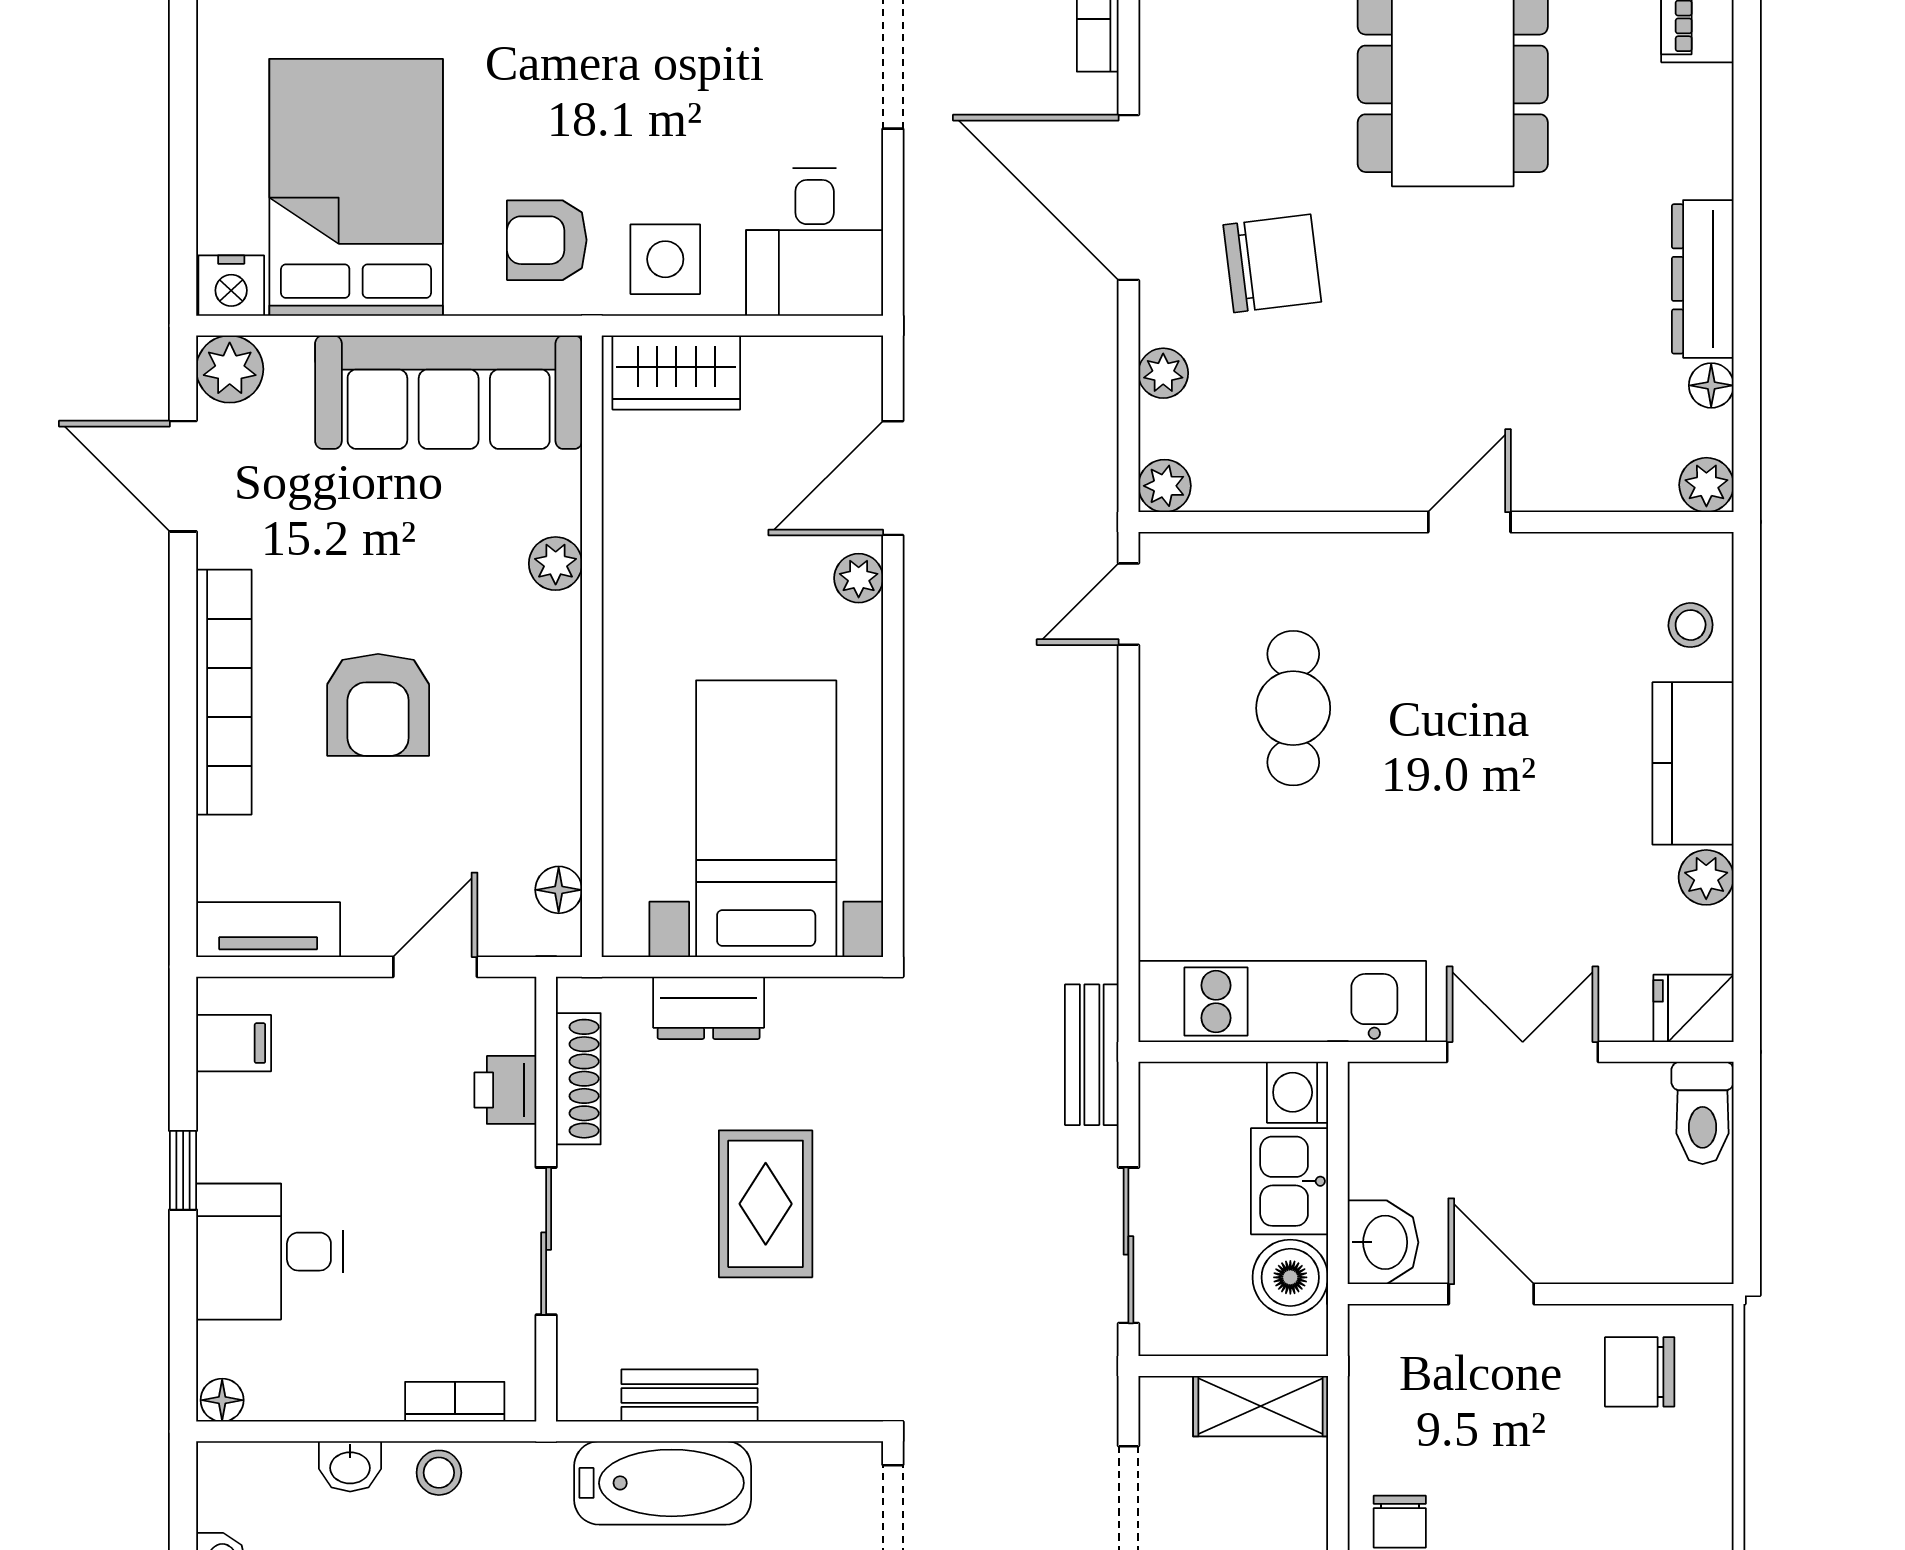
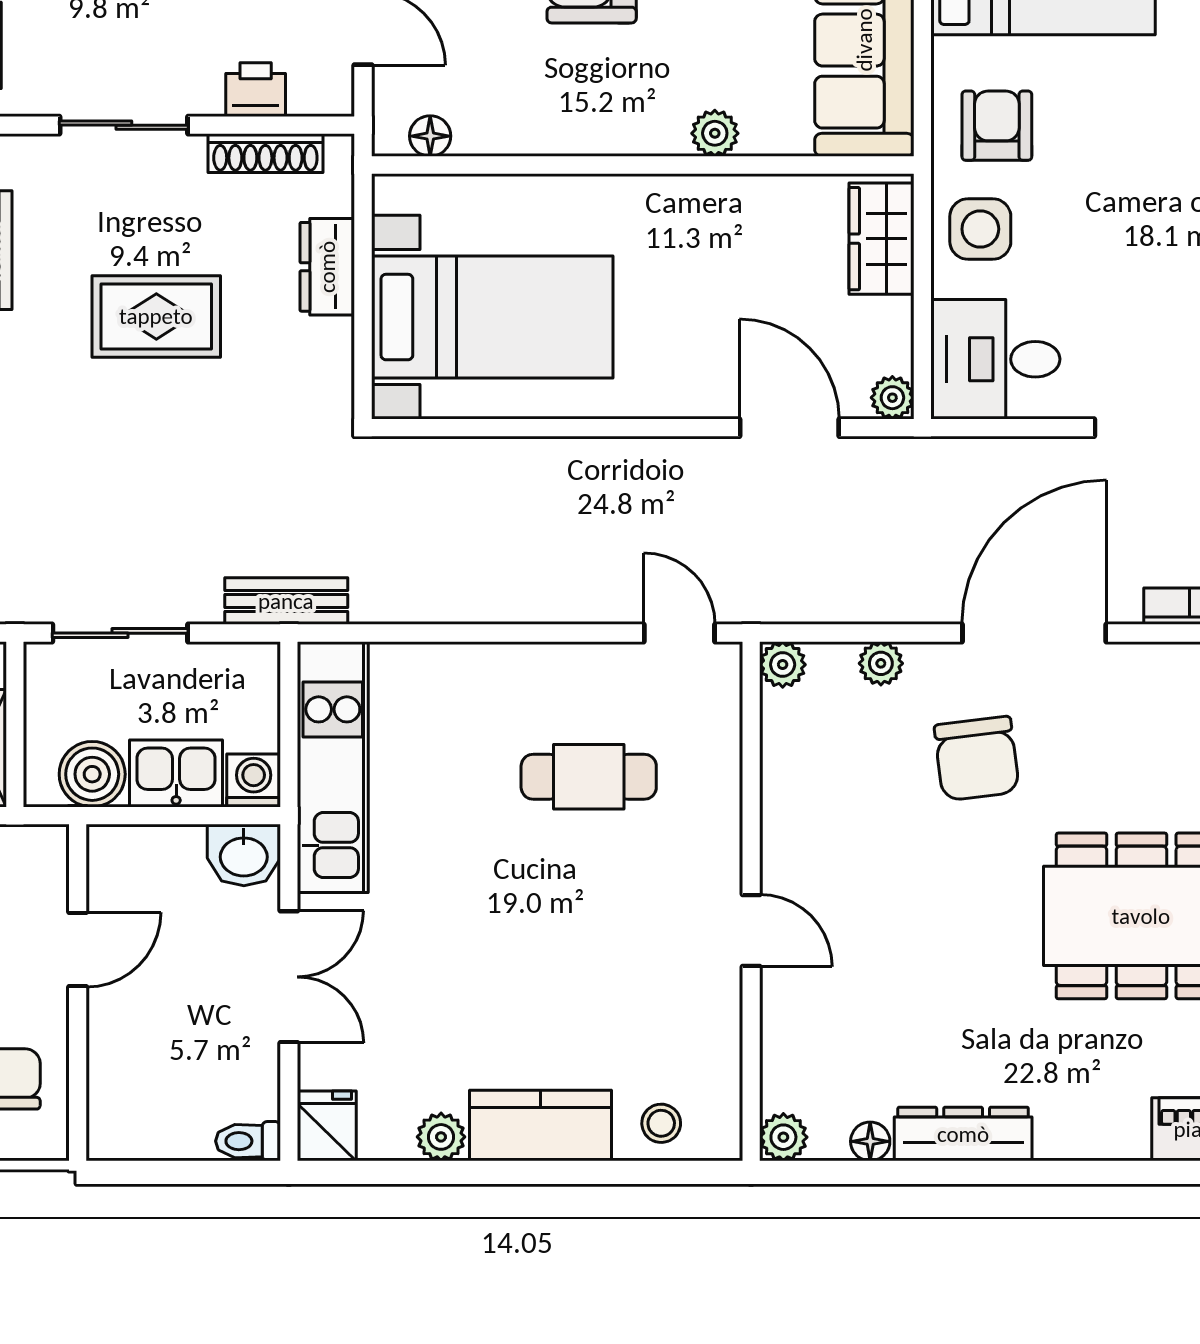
plant: (859, 578) -> (892, 398), moved
toilet: (1703, 1113) -> (248, 1141), width x0.73, depth x0.72
washbasin: (1383, 1242) -> (244, 855), moved

